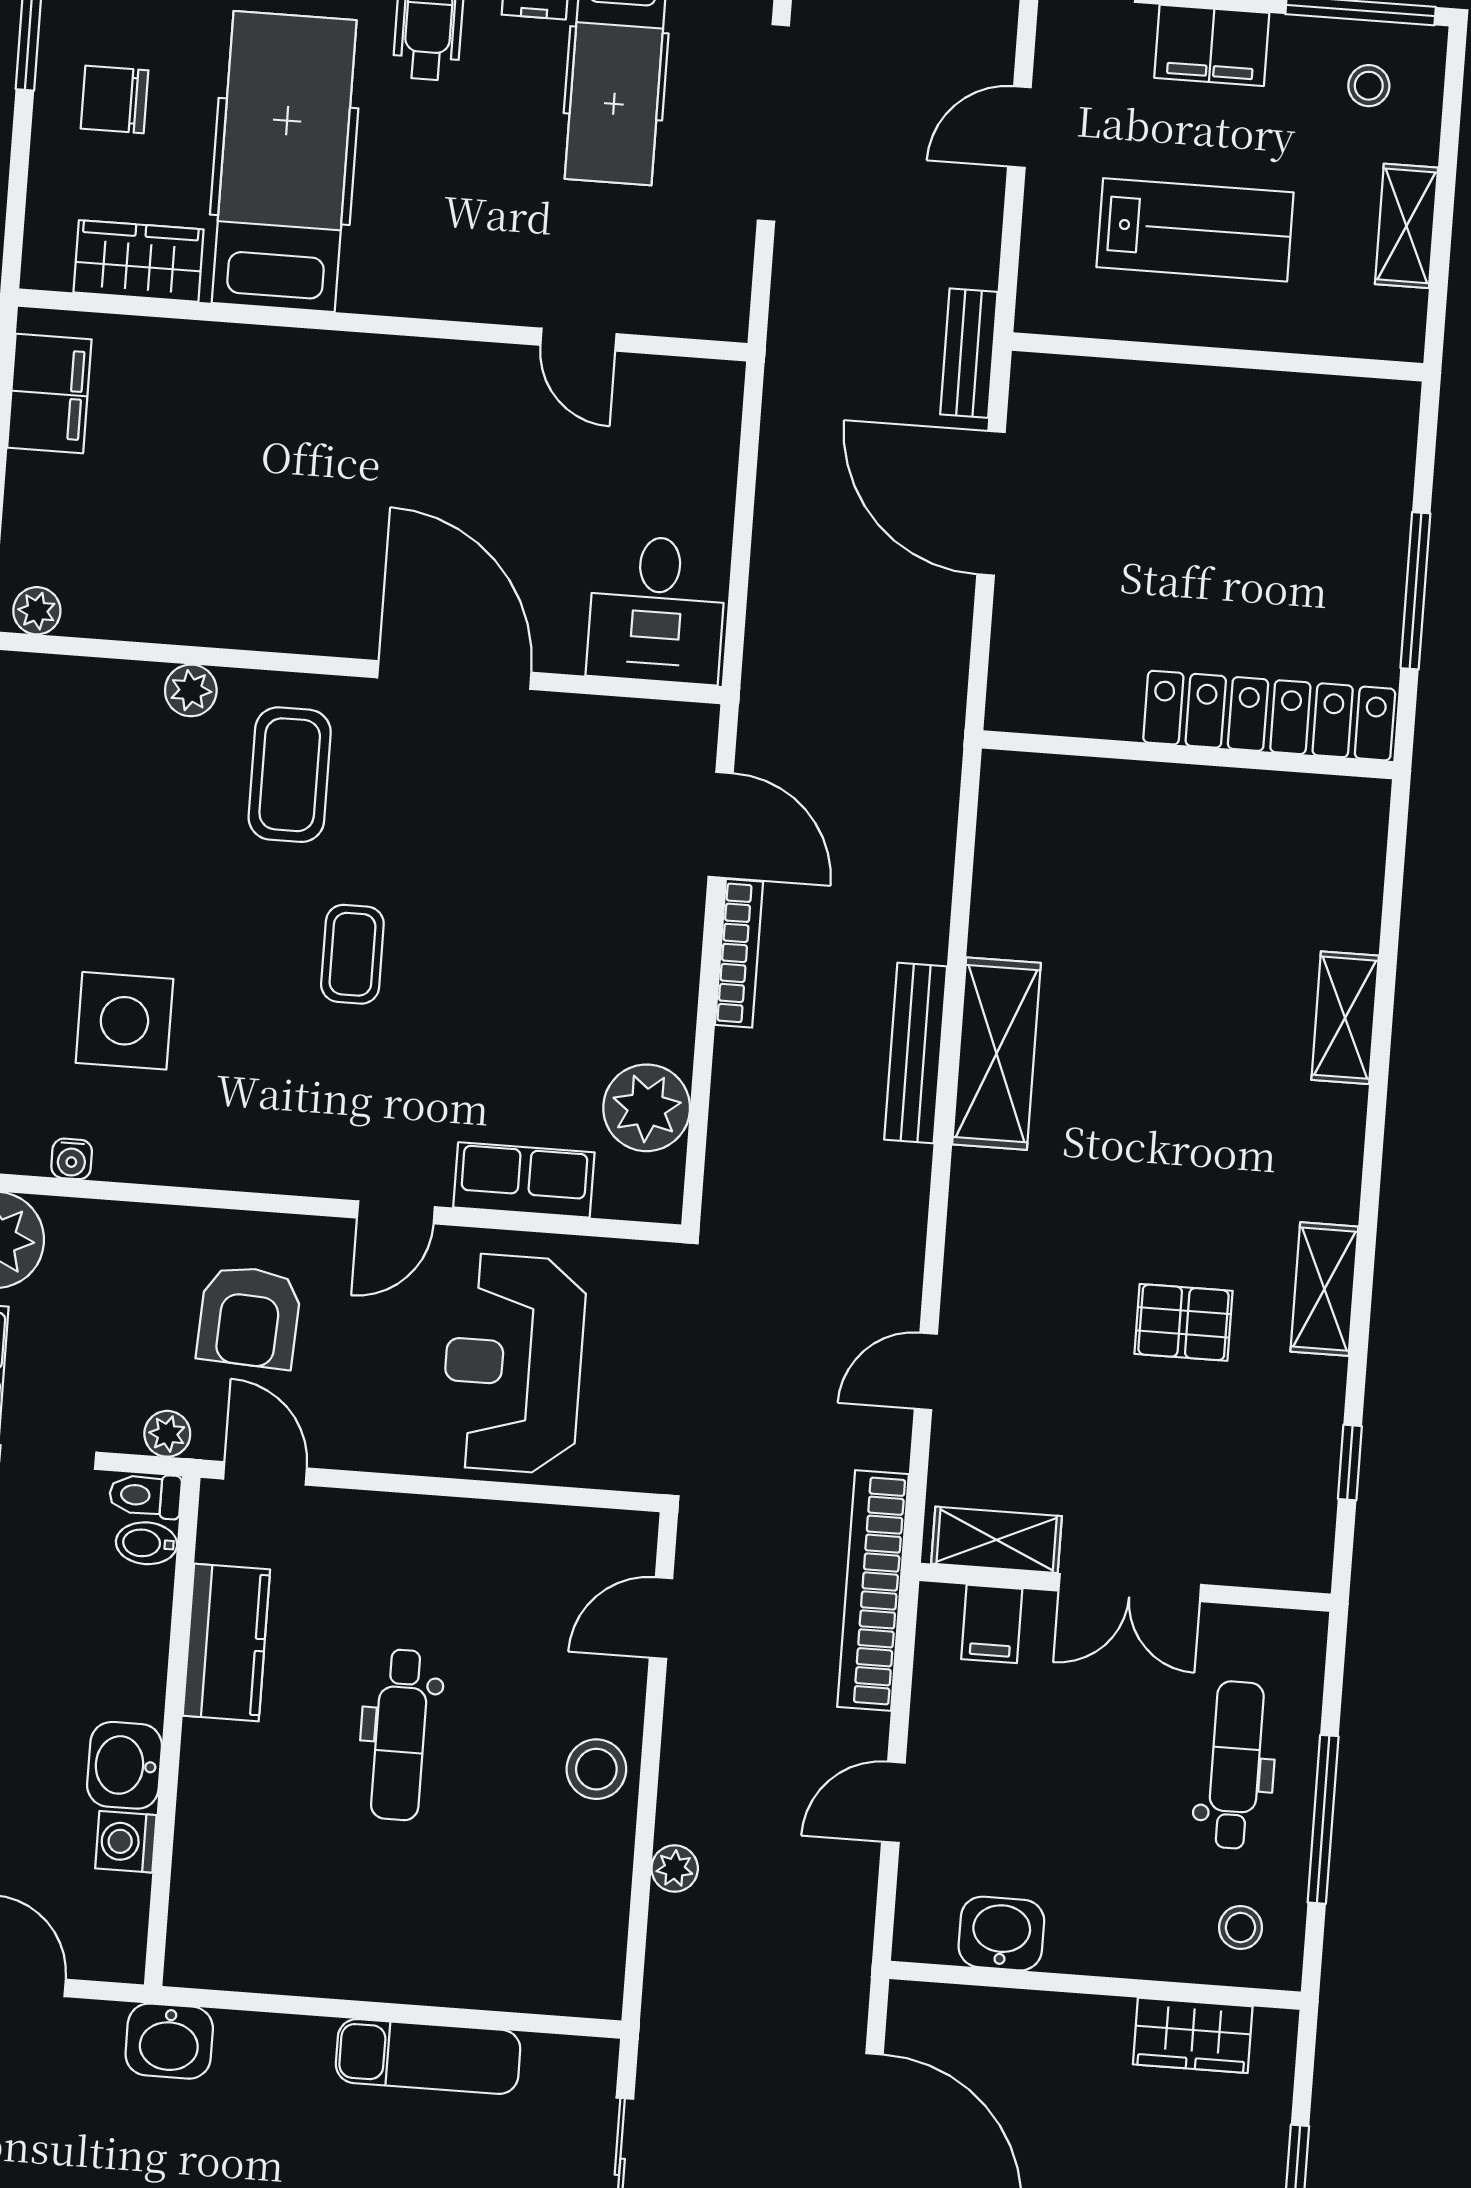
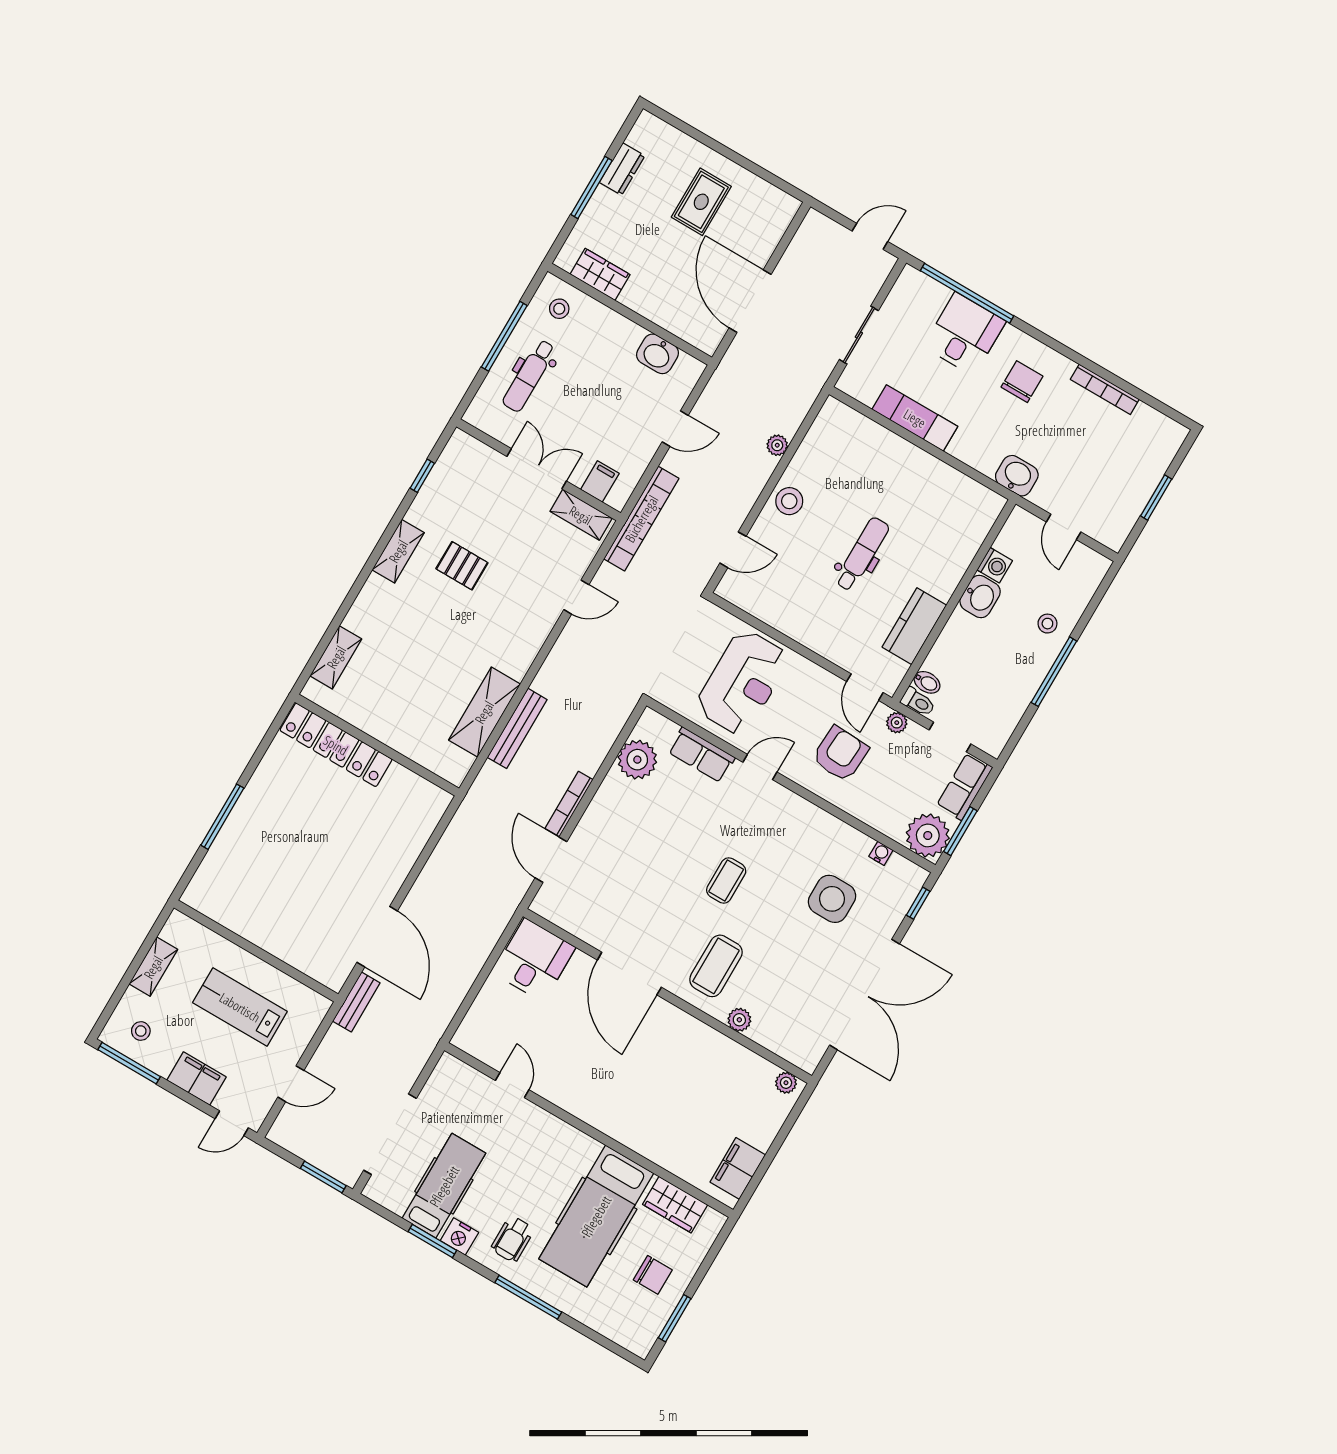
locker: (1269, 716) -> (336, 745), moved
wall: (1188, 755) -> (377, 745), moved

